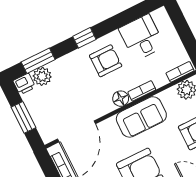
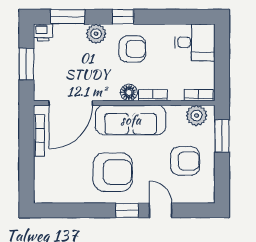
desk: (142, 37) -> (195, 42), moved, turned 90
plant: (42, 76) -> (96, 34), moved
sofa: (141, 117) -> (131, 120), width x1.36

